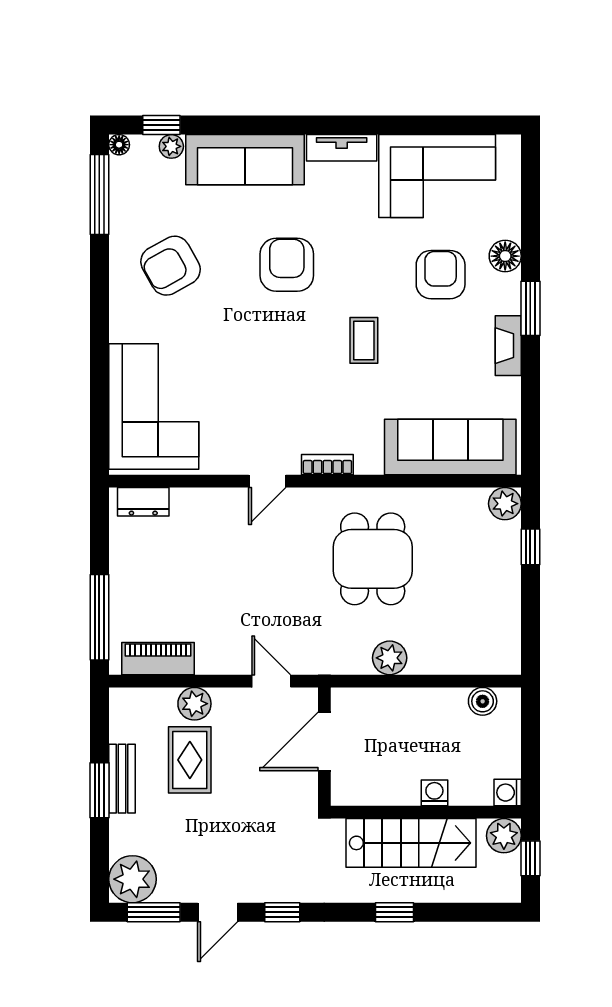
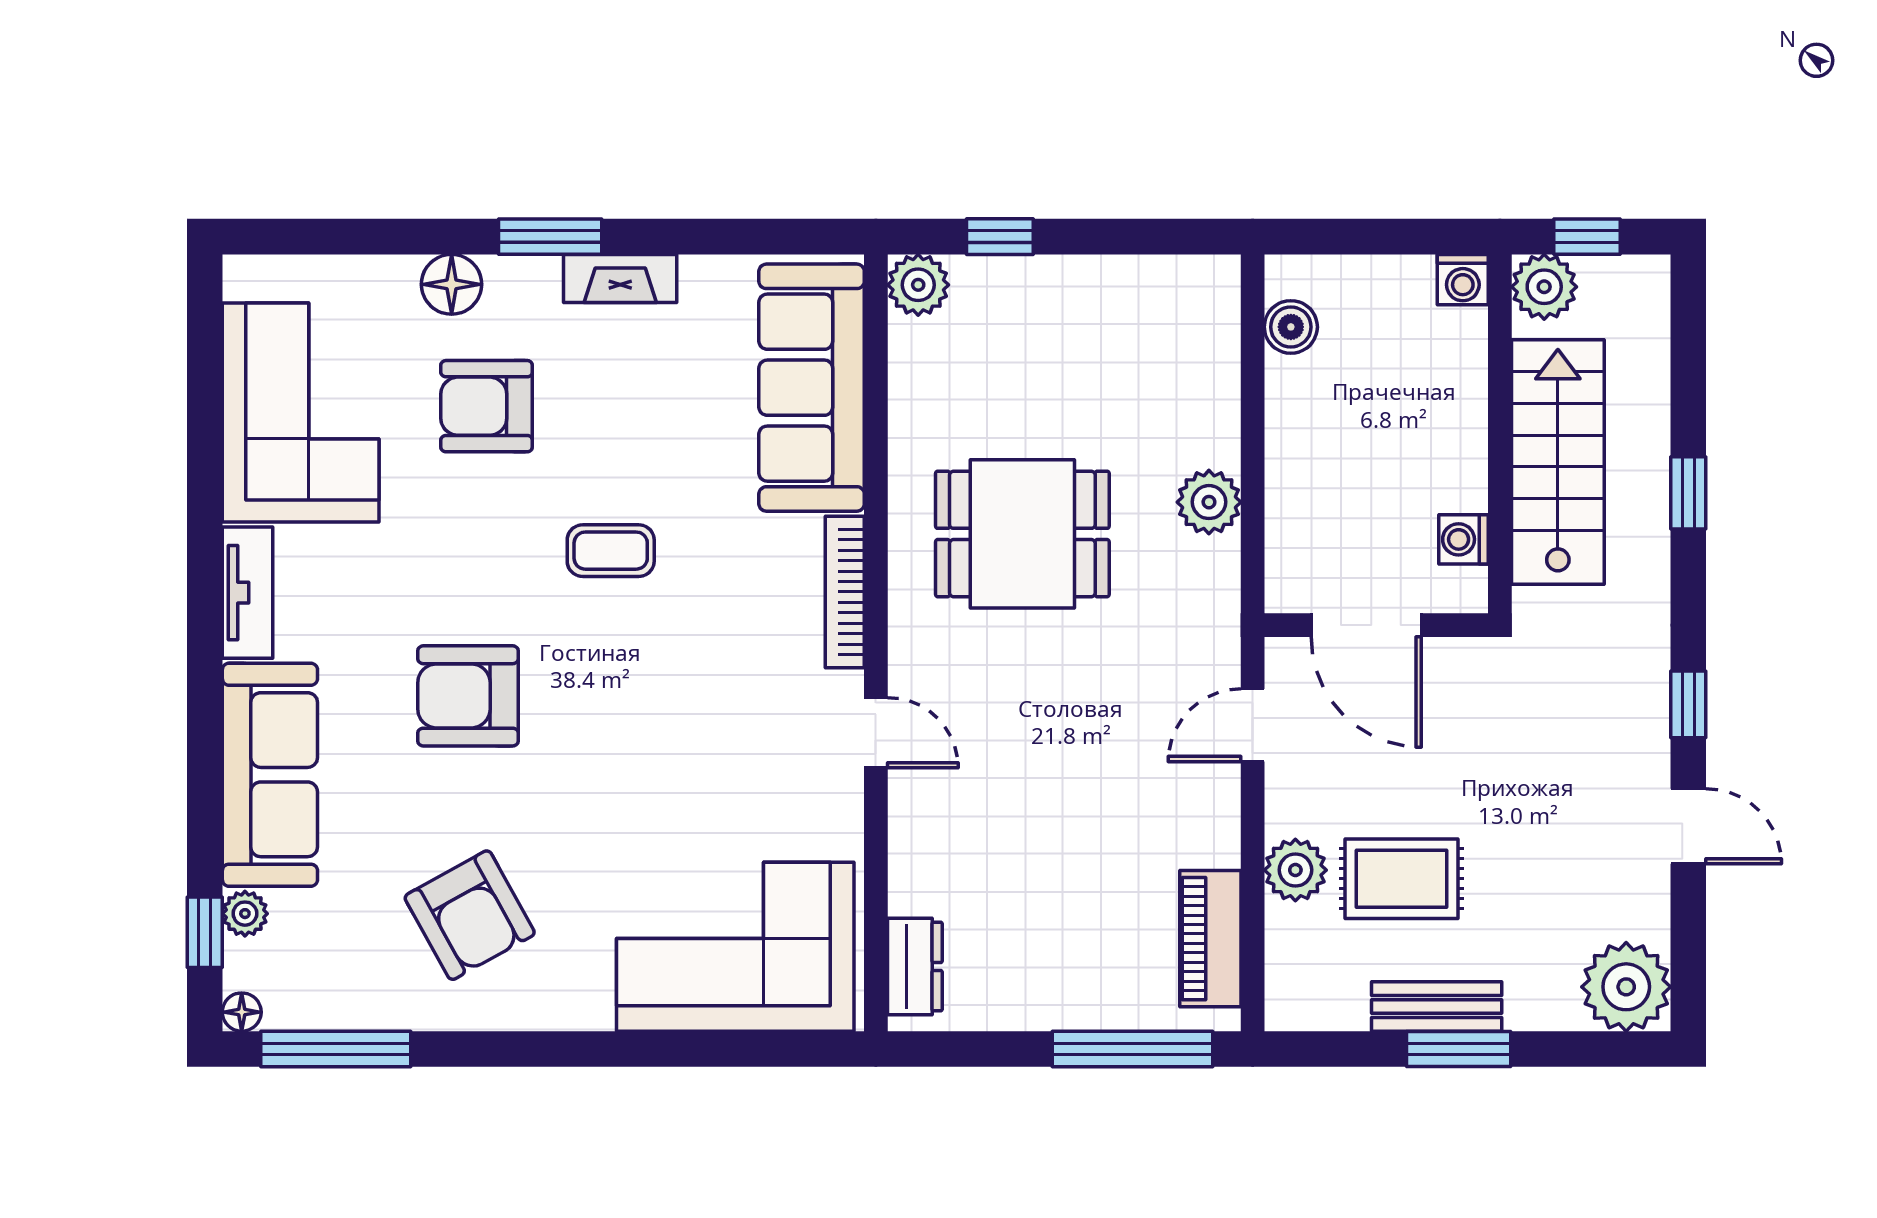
bookcase: (327, 465) -> (845, 592), width x1.56
washing machine: (434, 793) -> (1463, 539), moved
window: (154, 912) -> (1688, 947), removed

